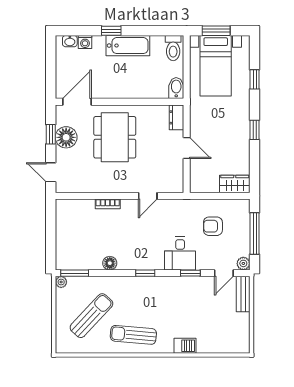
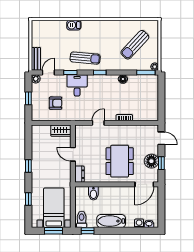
window: (111, 31) -> (88, 231), moved
bidet: (176, 88) -> (93, 193), moved
wardrobe: (235, 184) -> (61, 131), moved
window: (255, 233) -> (28, 98), width x0.46
sun lounger: (133, 335) -> (85, 58), moved

